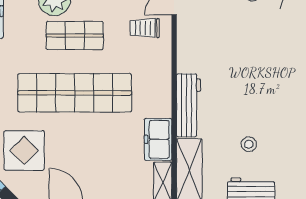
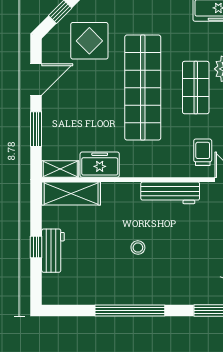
workbench: (188, 105) -> (170, 193), moved
stool: (249, 144) -> (138, 248), moved

